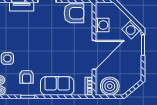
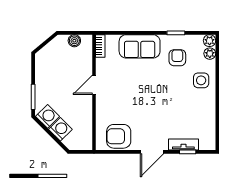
washing machine: (102, 25) -> (60, 129), moved, turned 135
door: (94, 55) -> (94, 85), width x0.53
boiler: (110, 86) -> (74, 41), width x0.54, depth x0.54

